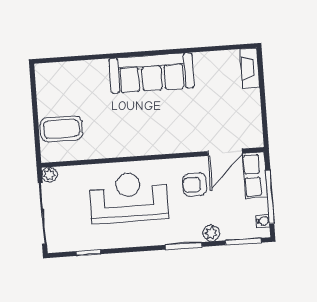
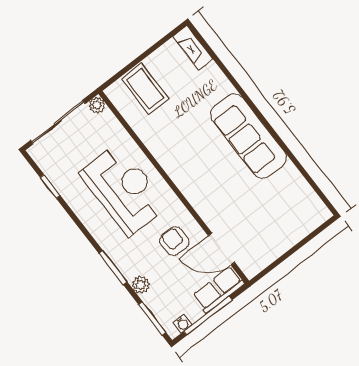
fireplace: (250, 68) -> (193, 48), moved, turned -90

